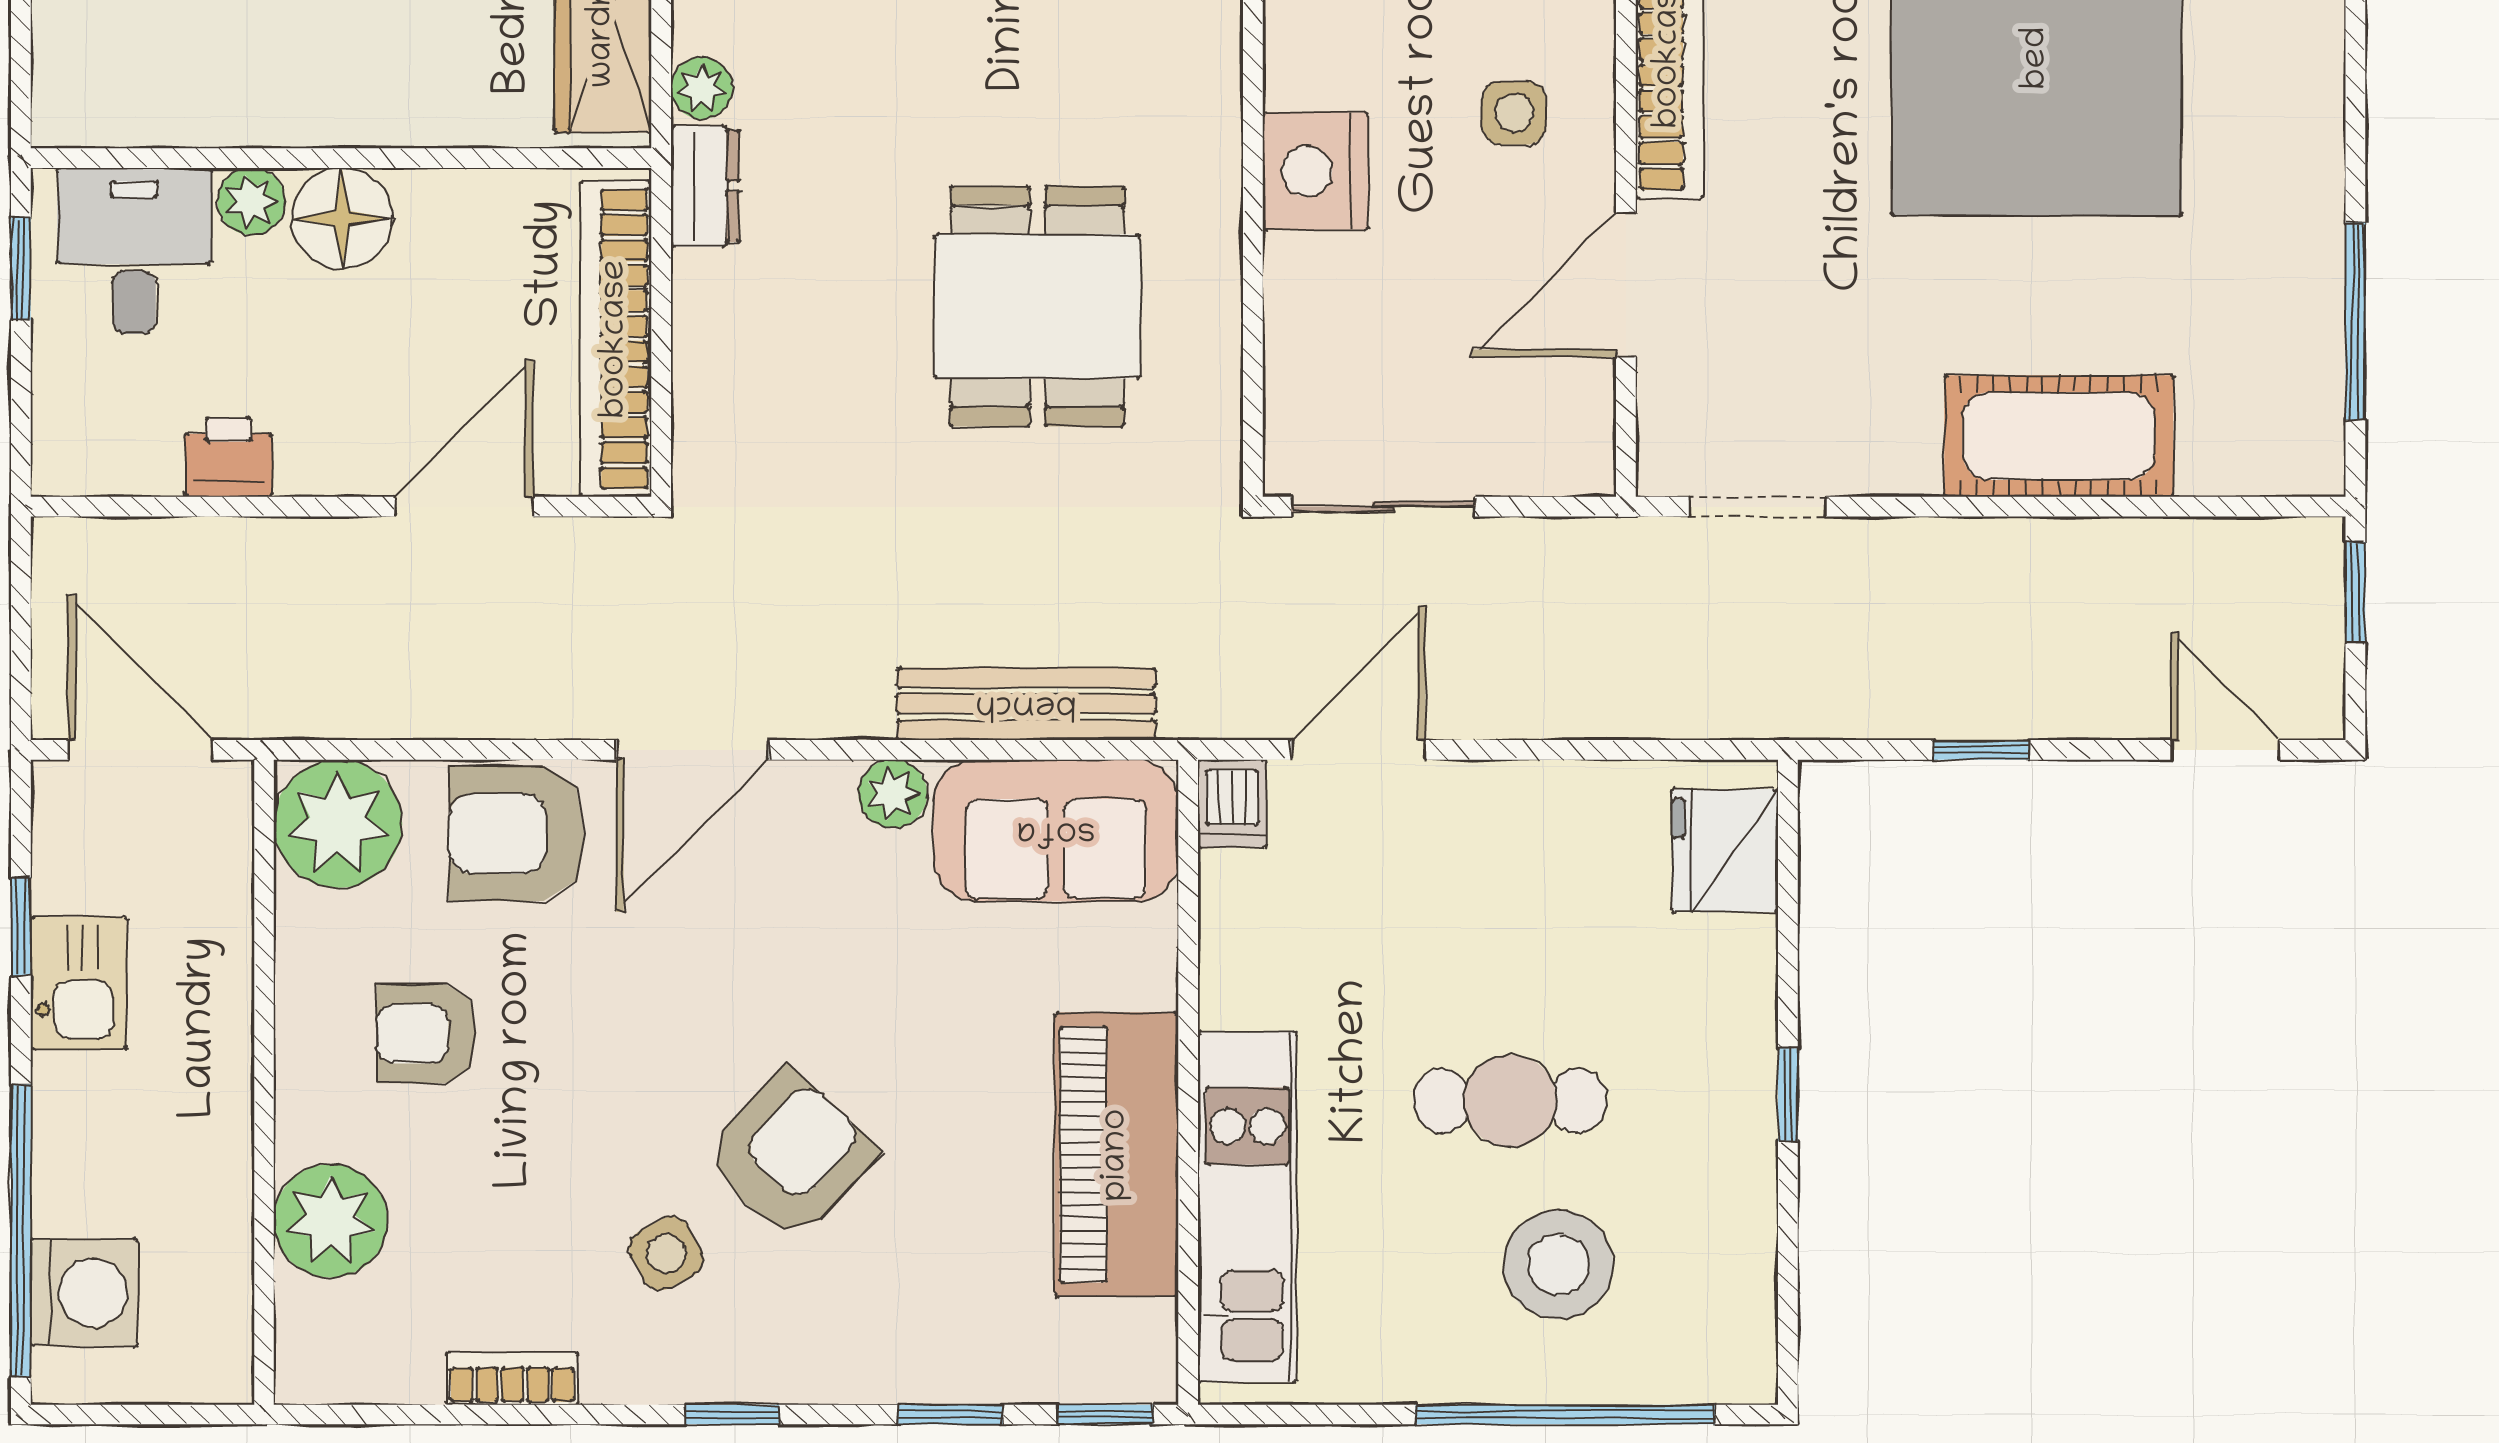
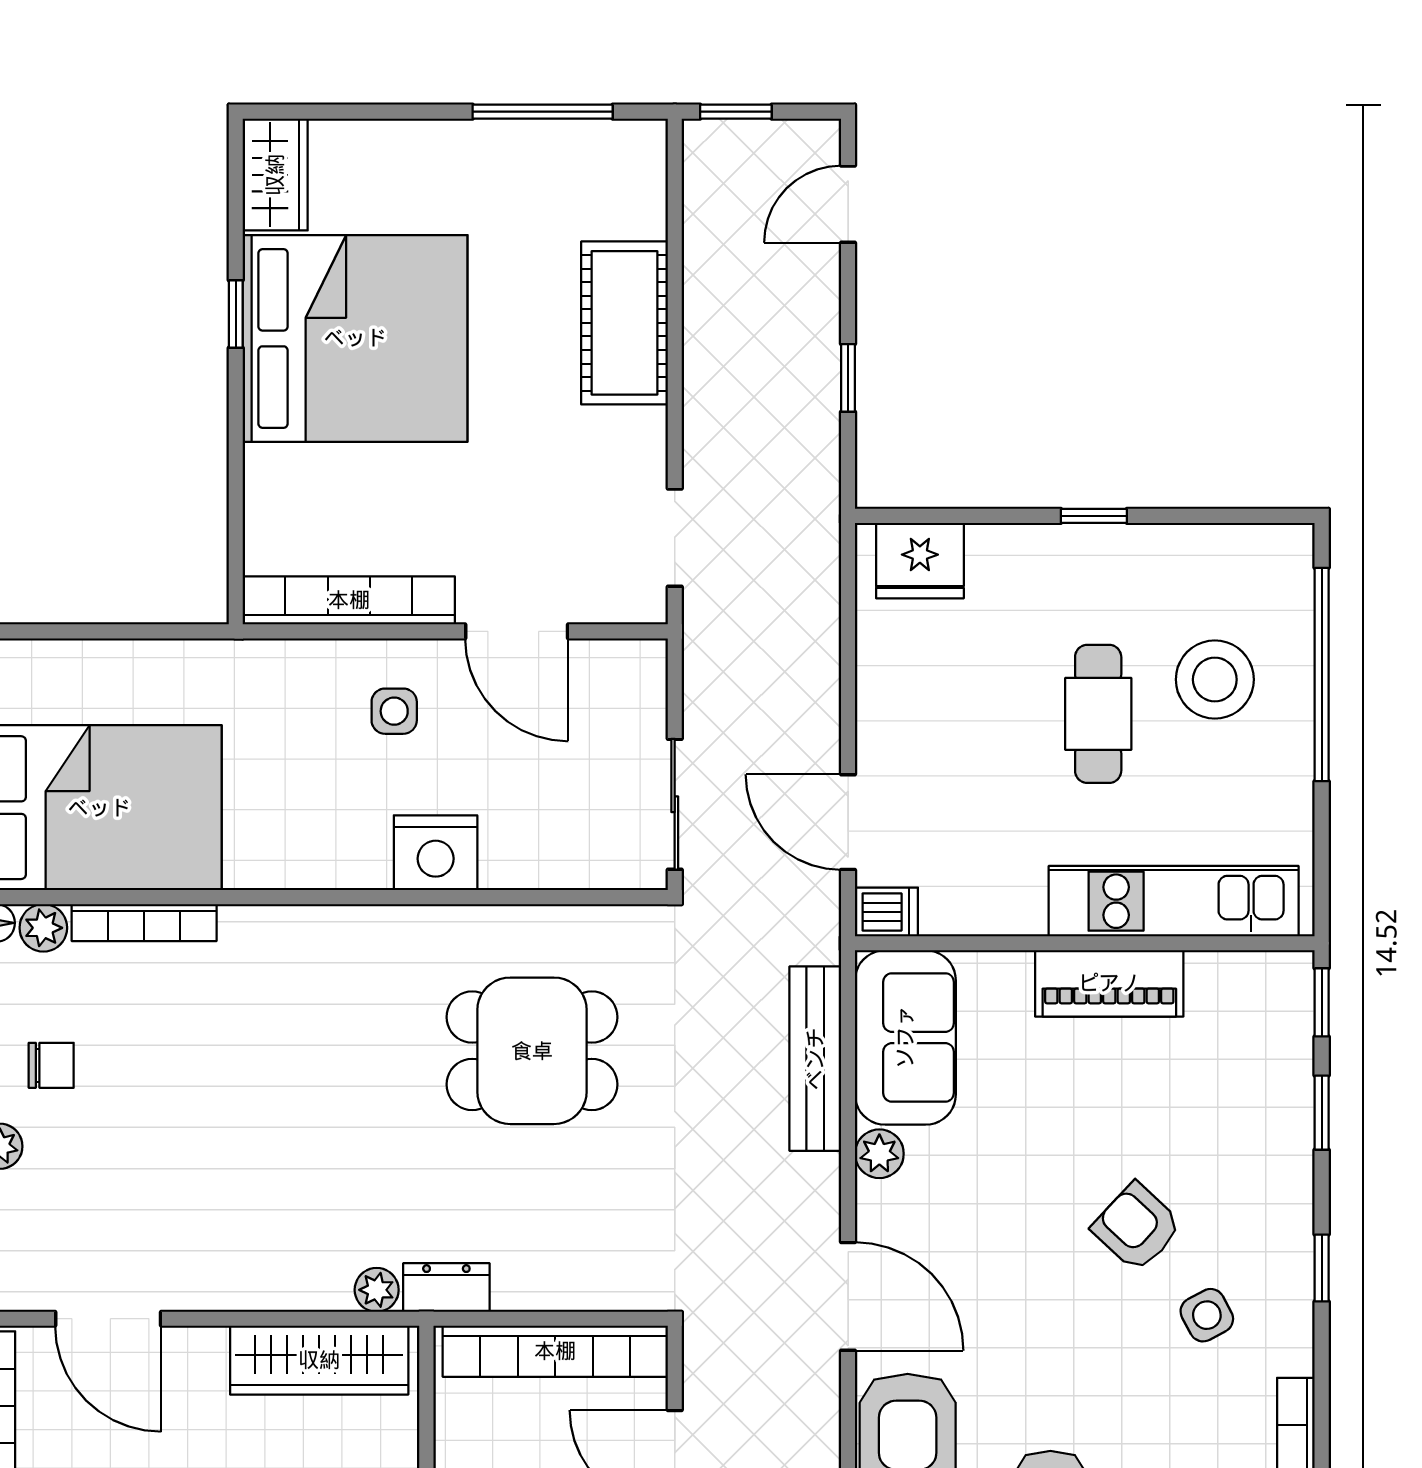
armchair: (790, 1155) -> (1137, 1227), width x0.72, depth x0.72
piano: (1117, 1155) -> (1109, 983), width x0.73, depth x0.75

